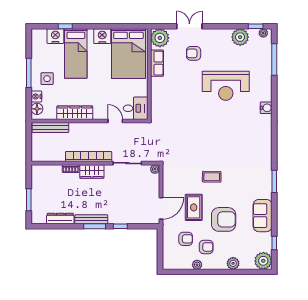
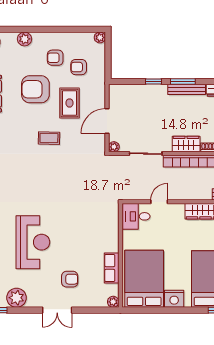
double door: (189, 26) -> (57, 310), moved
plant: (160, 38) -> (113, 302), width x0.53, depth x0.53
reception desk: (226, 86) -> (33, 242), turned 90
door: (115, 121) -> (159, 202), swing flipped
door: (161, 208) -> (107, 121), moved
plant: (197, 265) -> (100, 37), moved

